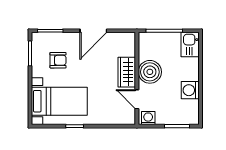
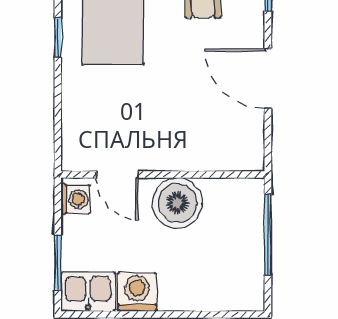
kitchen sink: (190, 45) -> (88, 292), moved
wardrobe: (127, 72) -> (177, 152), removed
door: (137, 99) -> (117, 174), swing flipped

